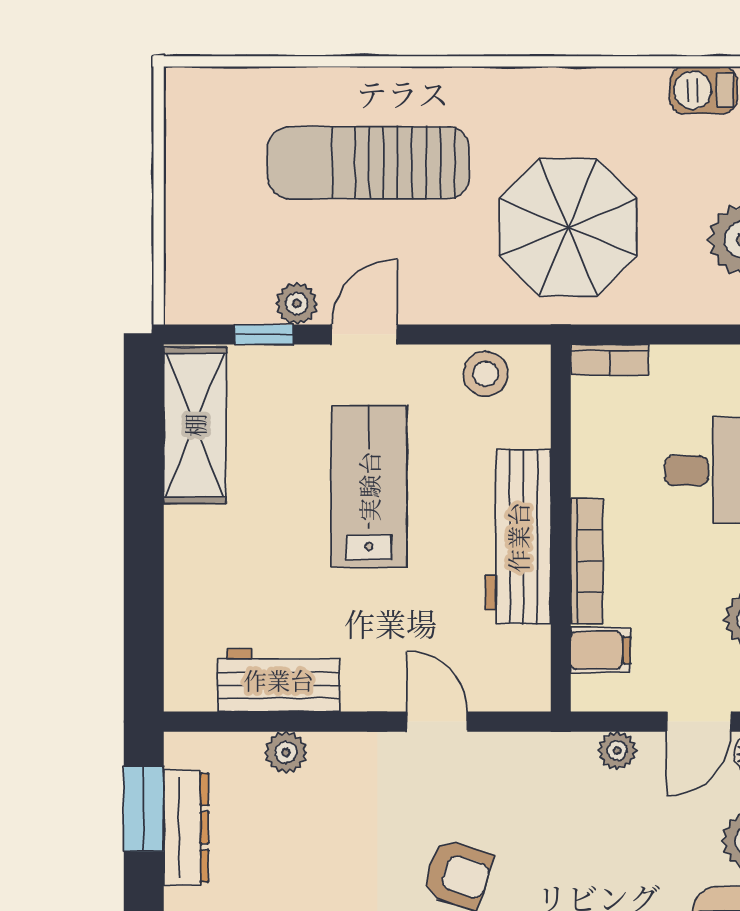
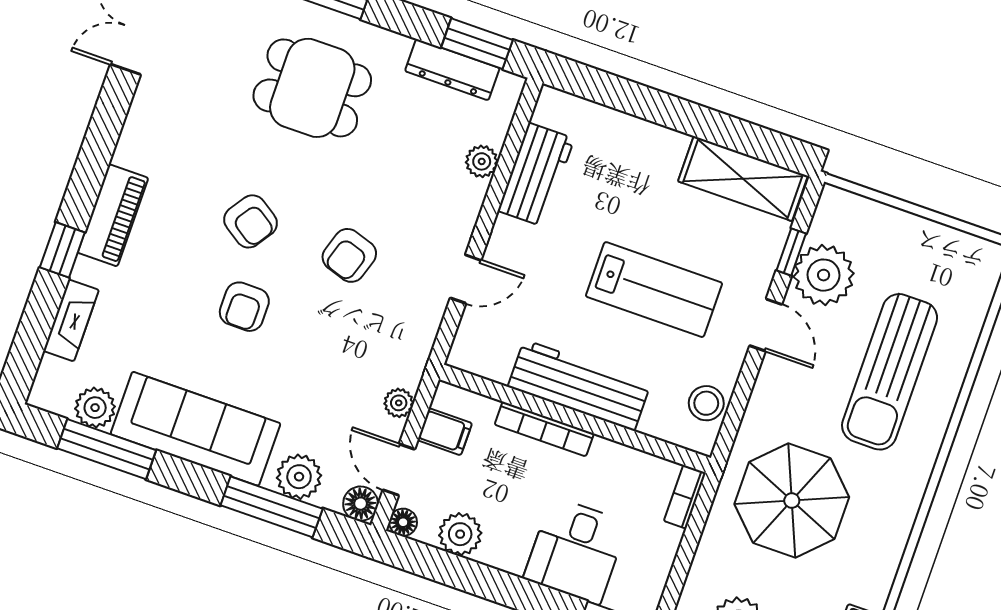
sun lounger: (369, 163) -> (890, 372), turned 180
plant: (297, 303) -> (824, 275), width x1.87, depth x1.87
filing cabinet: (601, 650) -> (445, 432), moved, turned -90

